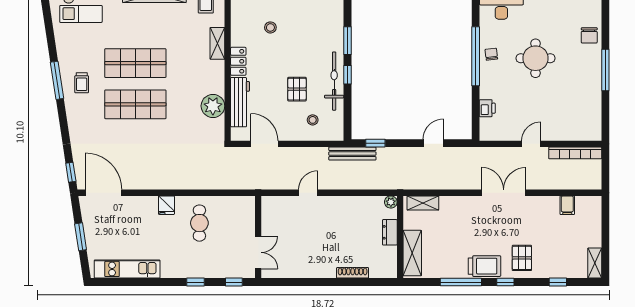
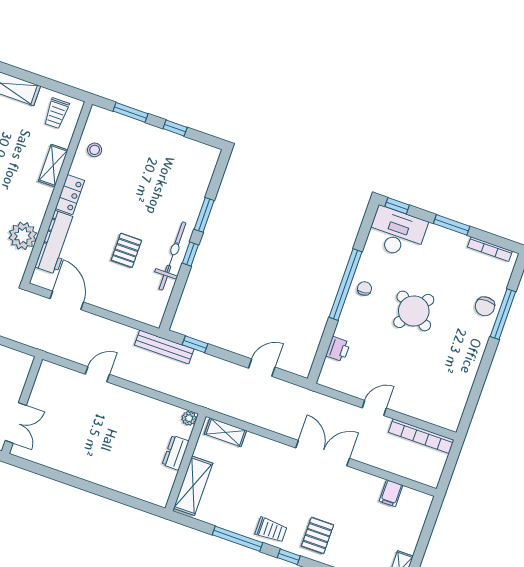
stool: (270, 27) -> (95, 150), moved
round table: (536, 58) -> (414, 311), turned 33
window: (605, 70) -> (503, 314), moved
stool: (313, 120) -> (132, 292), removed
trolley: (484, 266) -> (271, 530), width x0.73, depth x0.72
shoe rack: (353, 273) -> (116, 484), removed

